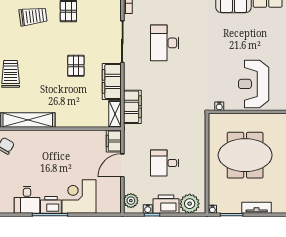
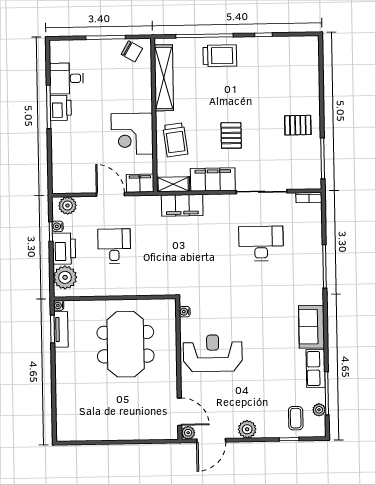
trolley: (33, 16) -> (175, 140), moved
pallet: (76, 66) -> (231, 135), turned 90
corner desk: (79, 196) -> (132, 134), moved, turned 180
tv unit: (257, 208) -> (61, 329), moved

